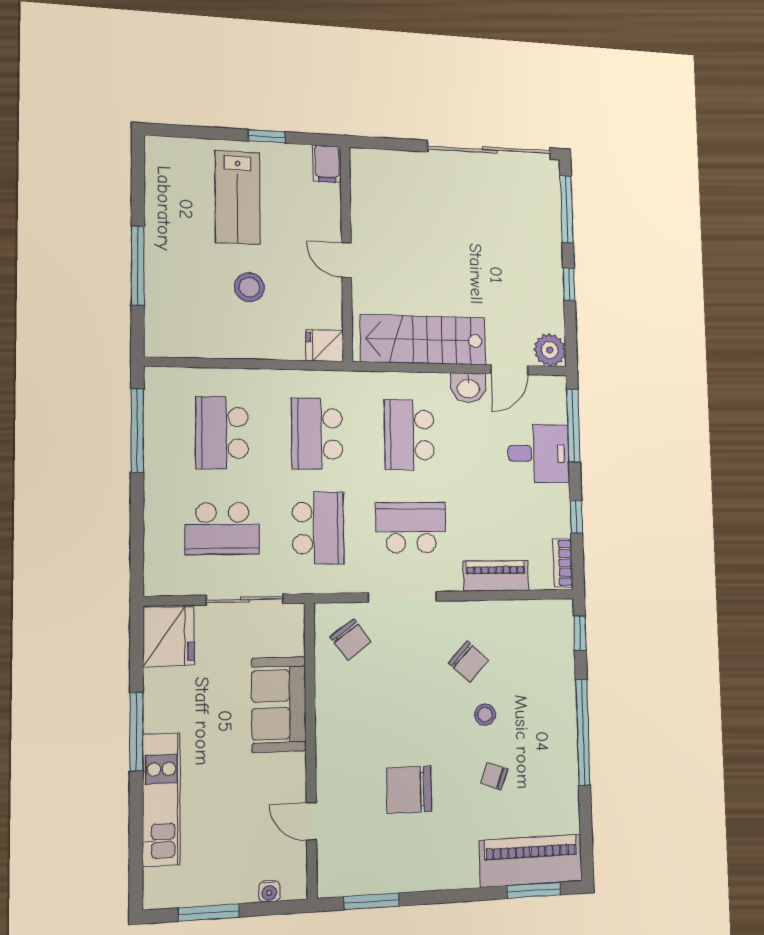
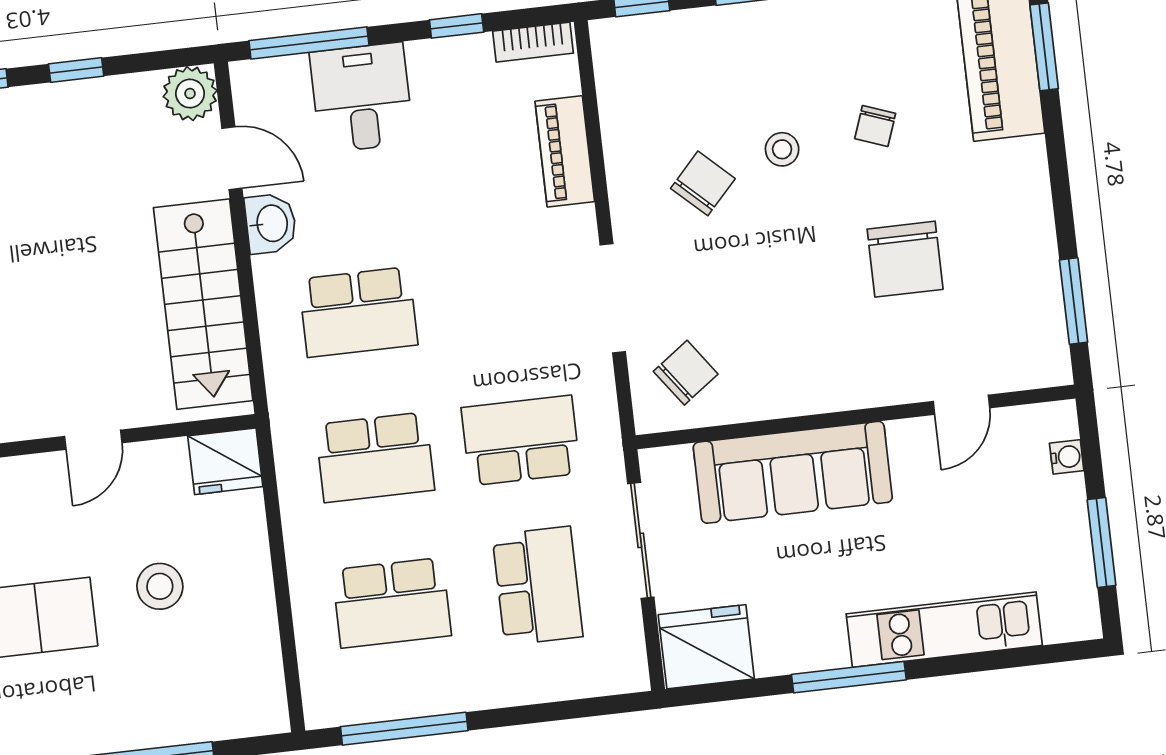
fridge: (325, 346) -> (225, 461), width x1.38
school desk: (411, 528) -> (504, 295), removed
sofa: (279, 704) -> (793, 472), width x1.36

